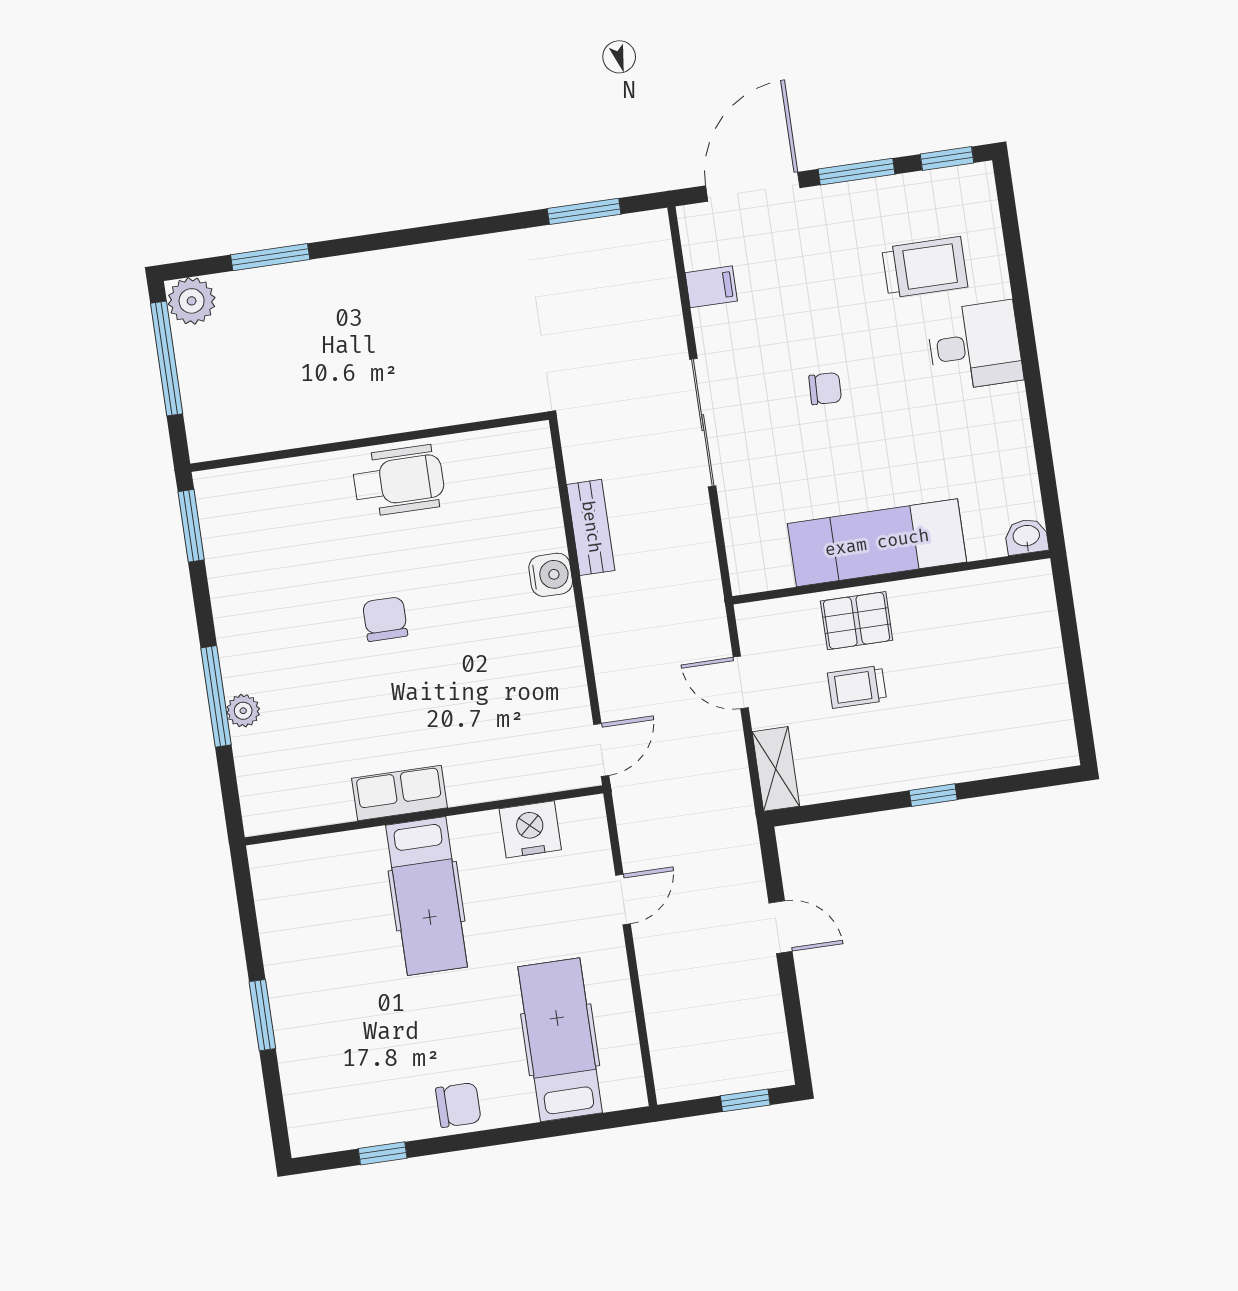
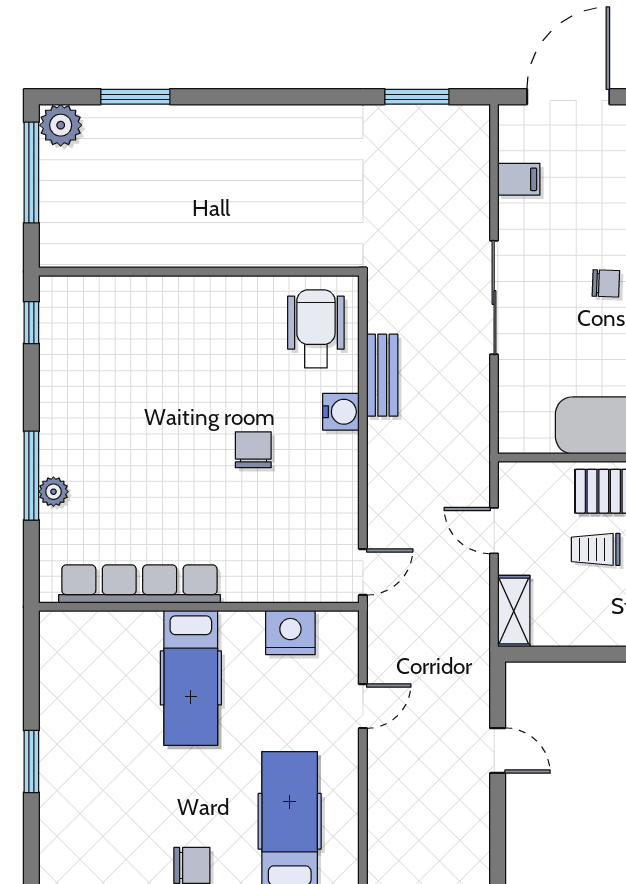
wheelchair: (399, 481) -> (316, 329), moved, turned -90
window: (191, 526) -> (31, 323), width x0.67
chair: (385, 619) -> (253, 450), moved
row of seats: (399, 793) -> (139, 584), width x2.02

